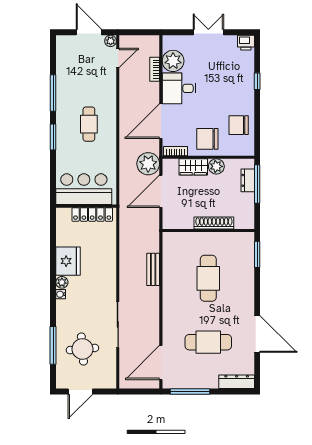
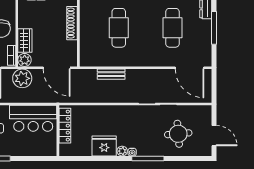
plant: (216, 166) -> (25, 60), moved
bar counter: (84, 189) -> (33, 118), moved, turned -90
door: (161, 191) -> (57, 68), moved
cafe table: (208, 278) -> (119, 28), turned 90
window: (53, 345) -> (148, 158), moved
window: (190, 391) -> (214, 28), moved

